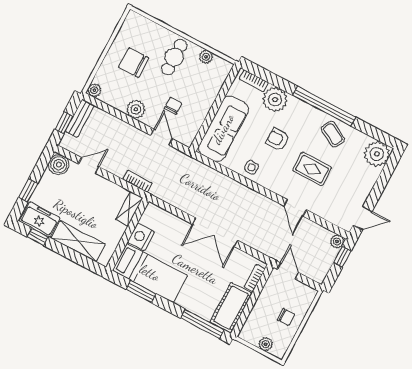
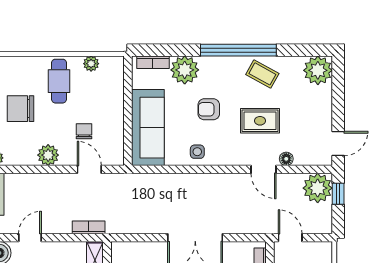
floor lamp: (317, 209) -> (286, 159), added
plant: (337, 241) -> (318, 188), width x1.88, depth x1.88

